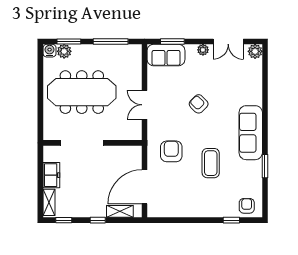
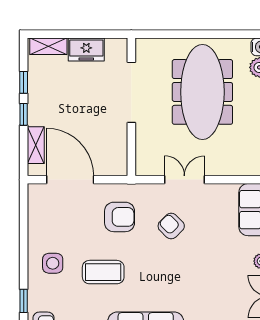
armchair: (199, 104) -> (171, 226), moved, turned -90
side table: (204, 199) -> (53, 263), added
window: (64, 220) -> (24, 82), moved

